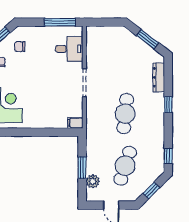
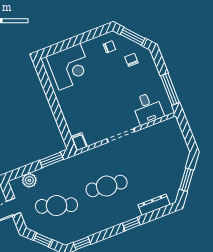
window: (82, 168) -> (51, 160), moved

